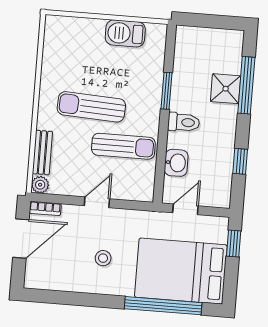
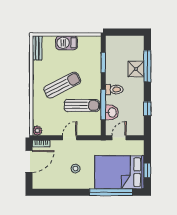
barbecue: (125, 33) -> (67, 43), moved
window: (166, 91) -> (103, 62), moved
sun lounger: (91, 107) -> (62, 85), turned 150
window: (162, 148) -> (103, 105), added
bench: (42, 153) -> (37, 48), moved
window: (234, 243) -> (147, 170), moved

